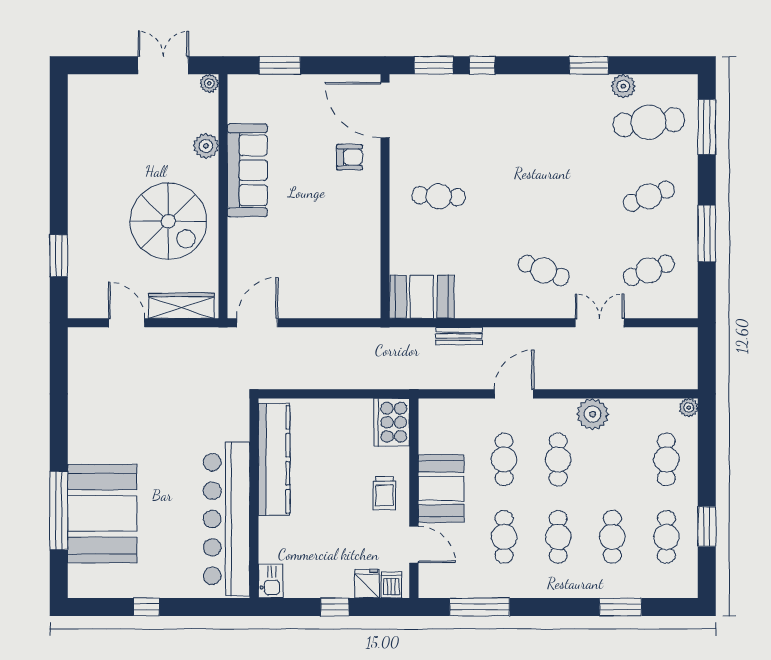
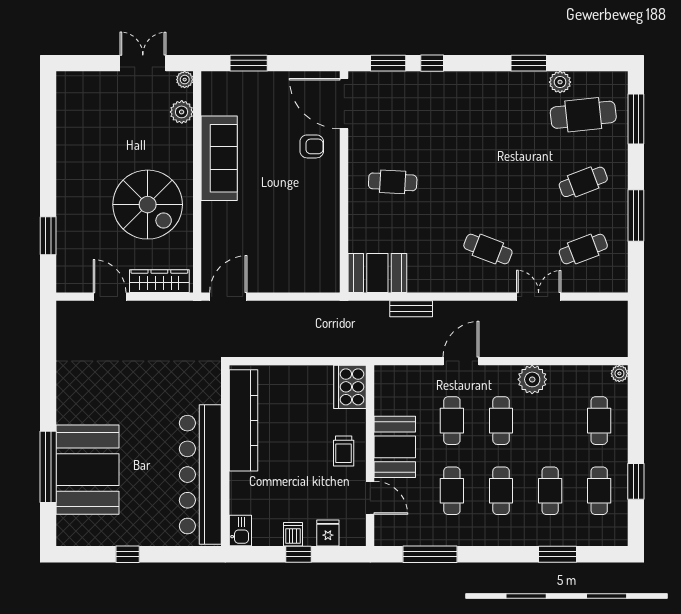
plant: (206, 146) -> (182, 112), moved
dishwasher: (391, 585) -> (293, 534), moved

